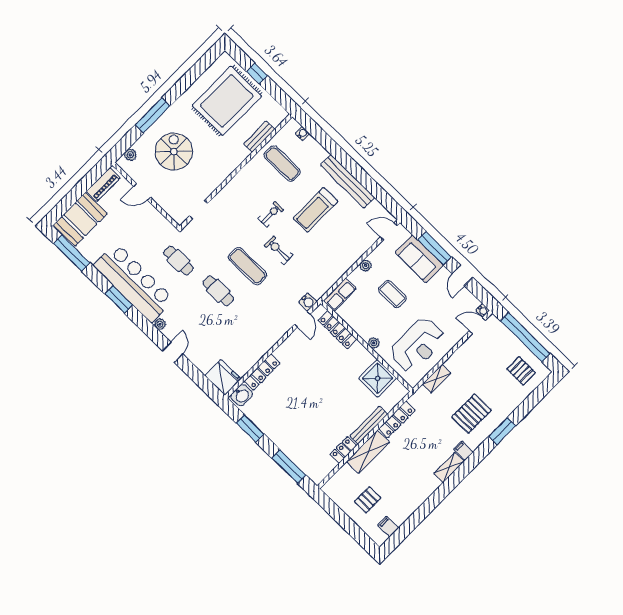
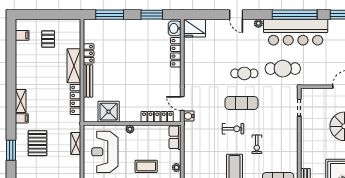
cafe table: (178, 260) -> (283, 69), width x1.37, depth x1.35
window: (119, 299) -> (295, 15), width x2.11

